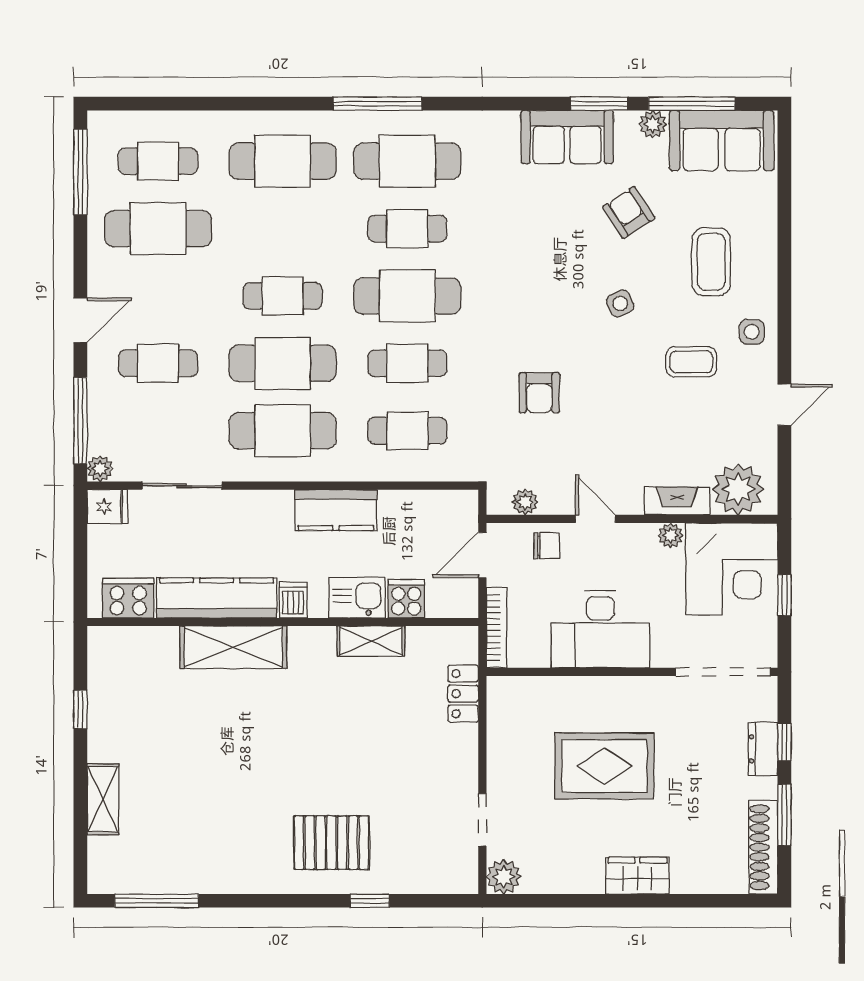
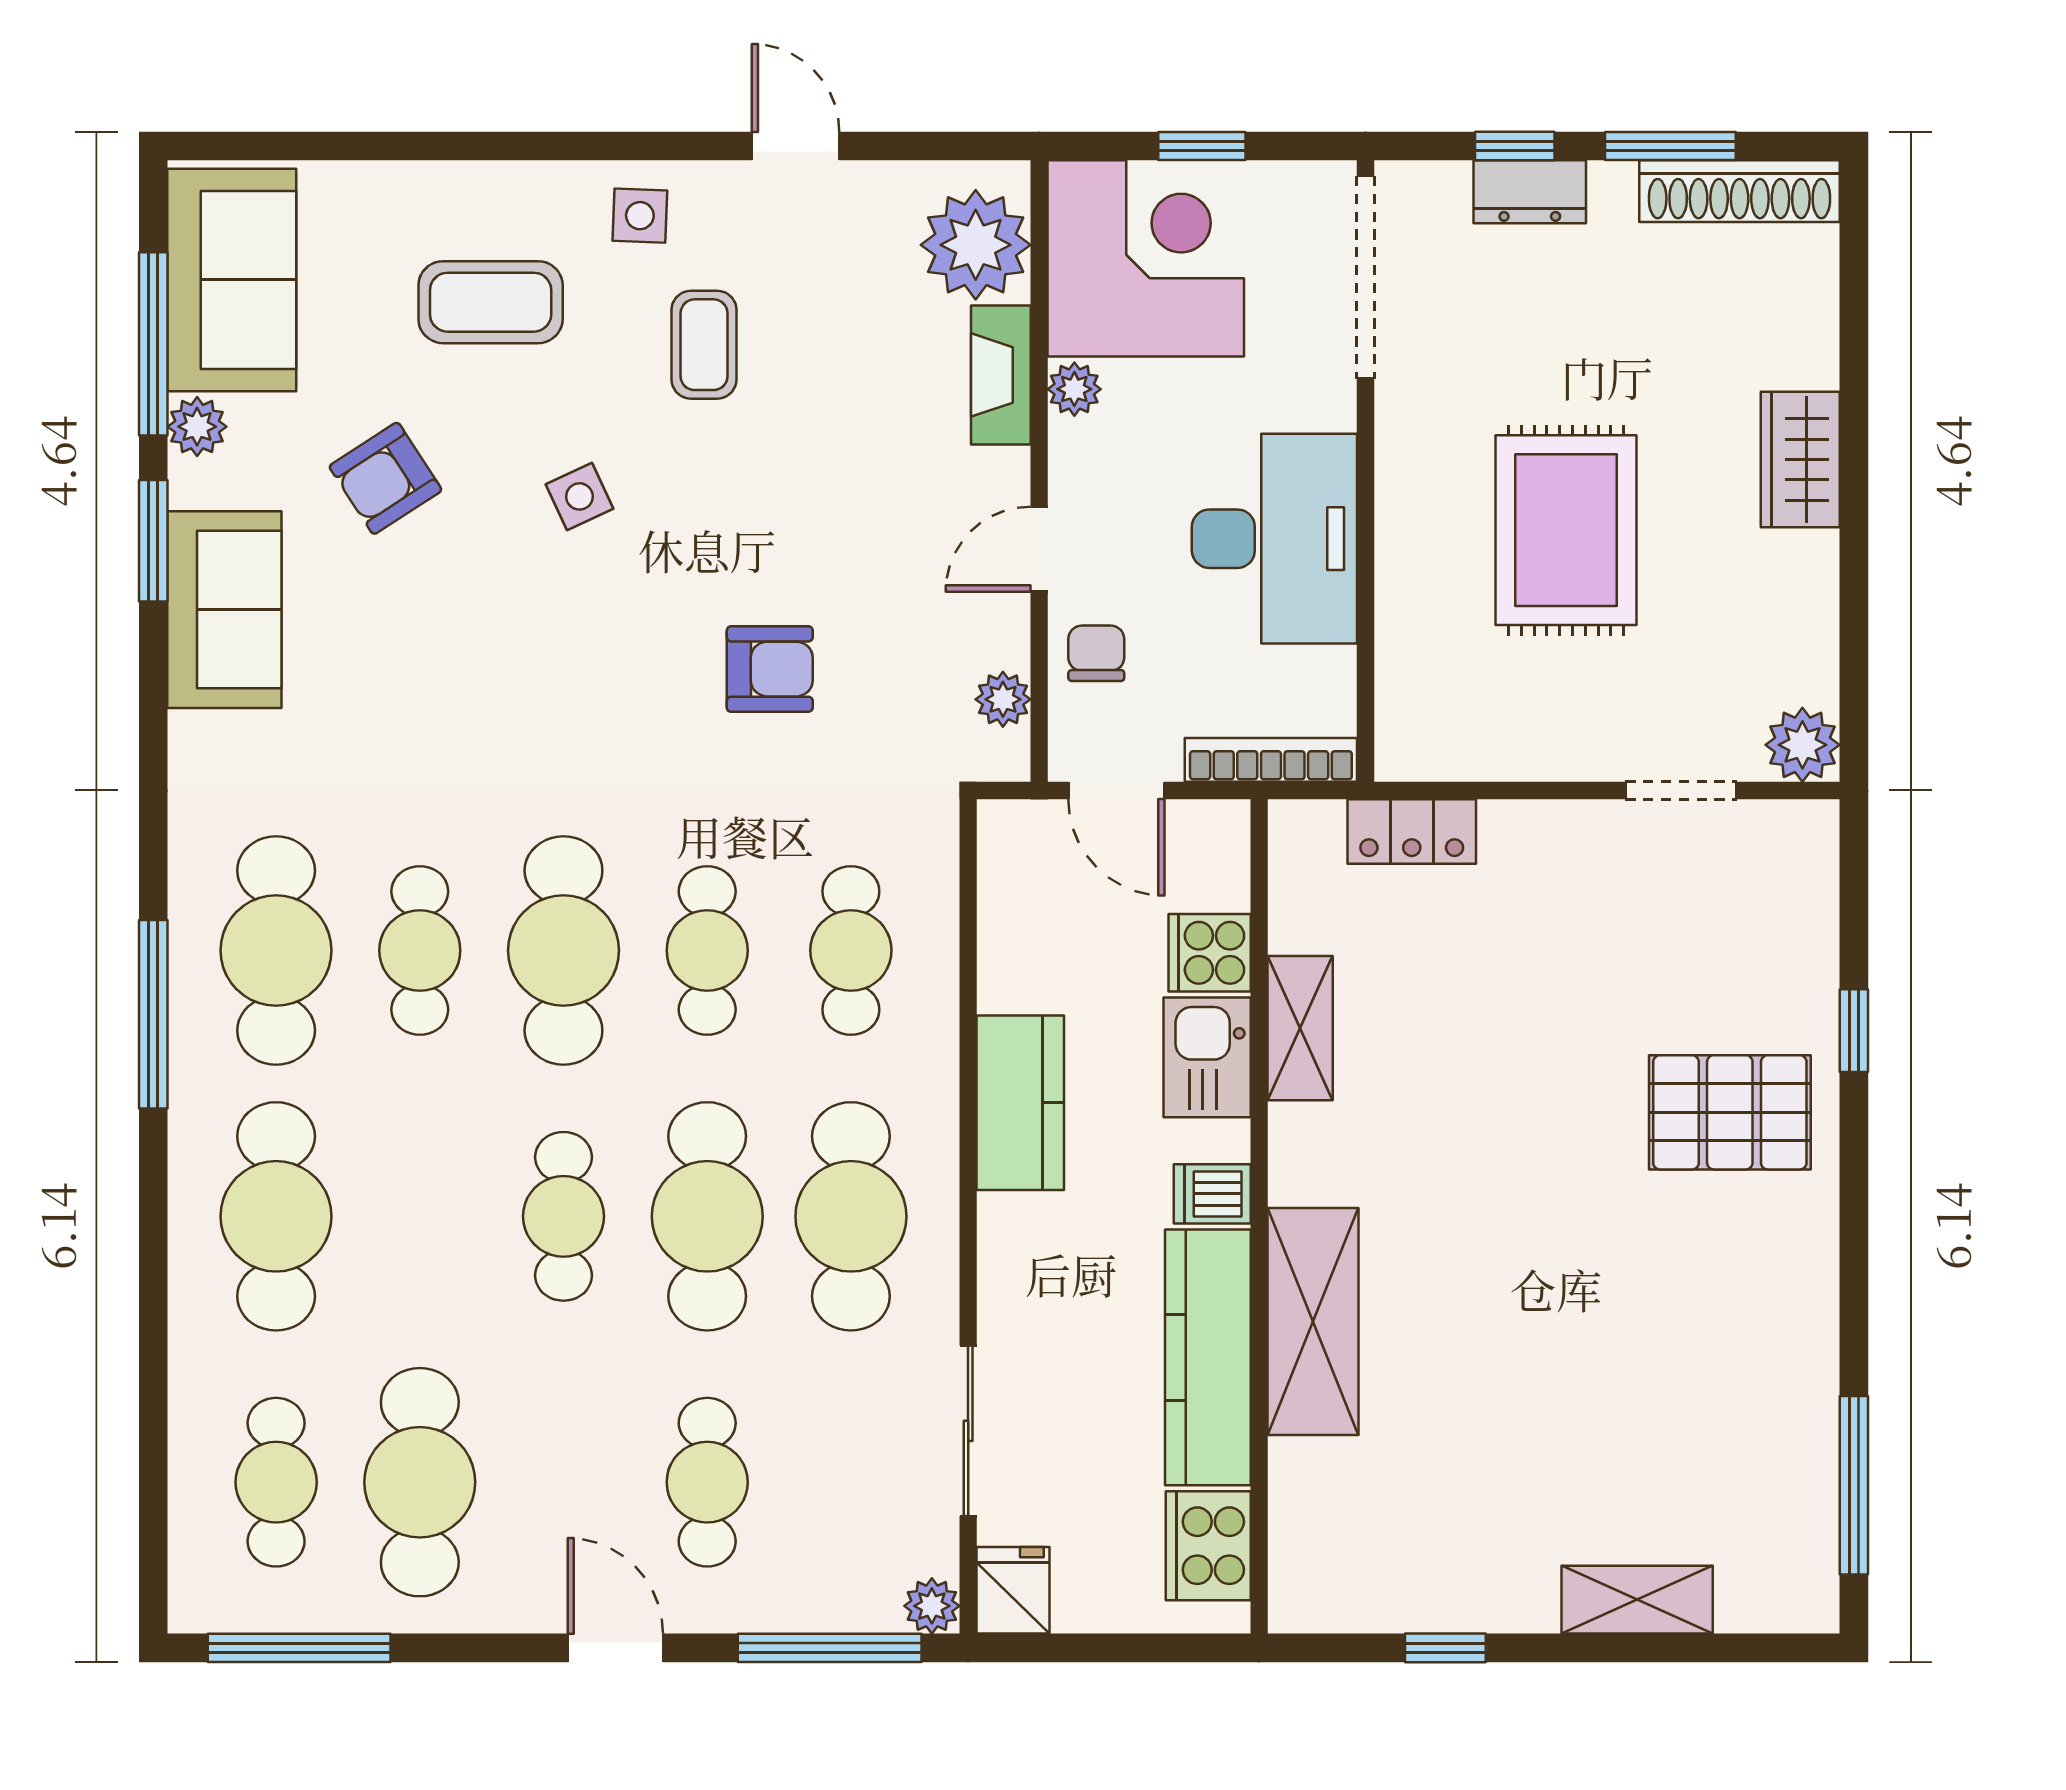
pallet: (331, 843) -> (1730, 1112), turned 90

